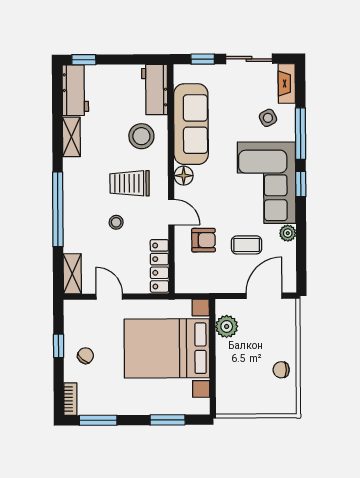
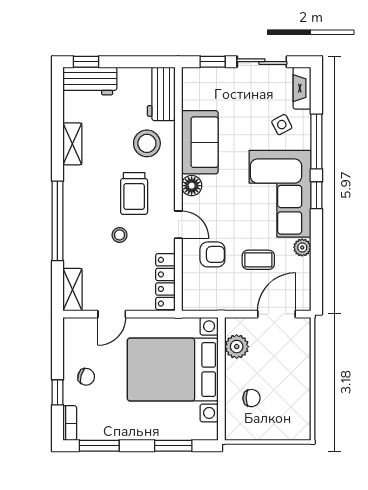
workbench: (75, 90) -> (90, 81), moved, turned 90
sofa: (191, 124) -> (200, 142), width x0.73
trolley: (130, 183) -> (134, 194), turned -90
door: (109, 297) -> (112, 314), swing flipped
window: (59, 346) -> (57, 392), moved
chair: (86, 356) -> (86, 377), turned 64
chair: (281, 370) -> (252, 398), moved, turned 180

